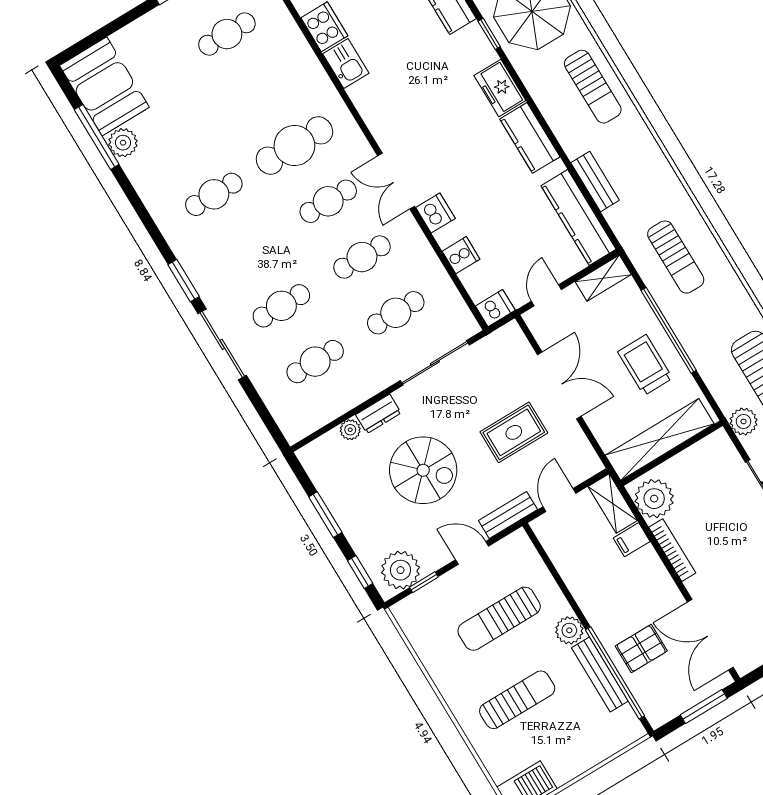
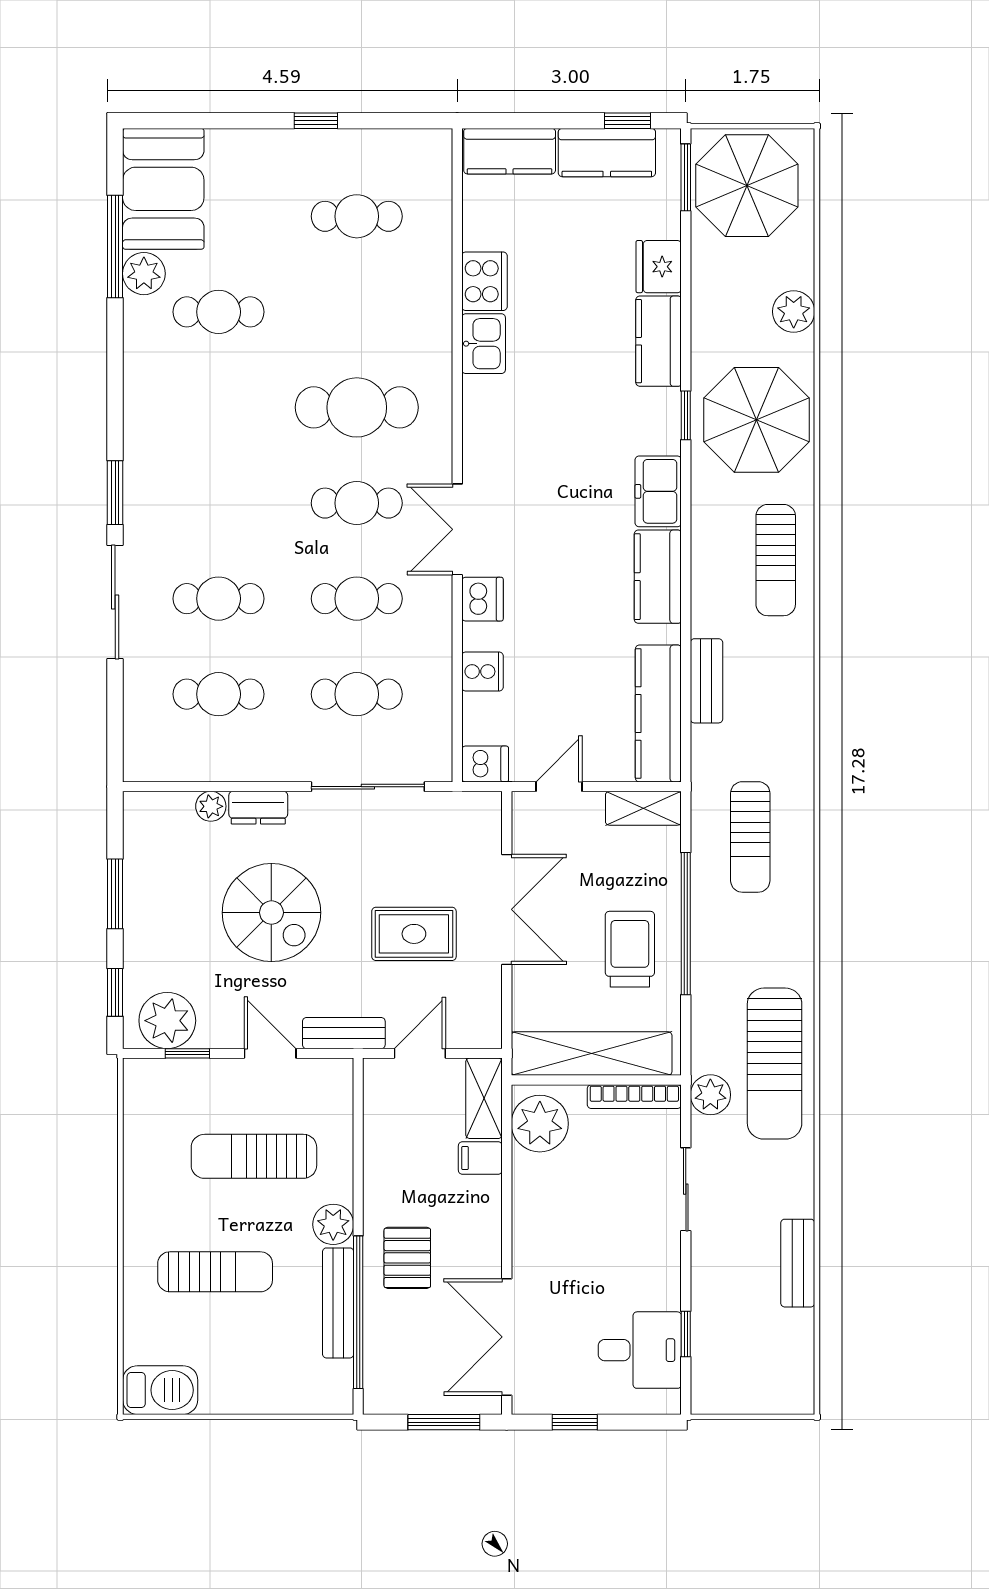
cafe table: (214, 194) -> (219, 312), moved
bookcase: (672, 550) -> (634, 1097), moved, turned 90
pallet: (641, 649) -> (407, 1258), moved, turned 90

